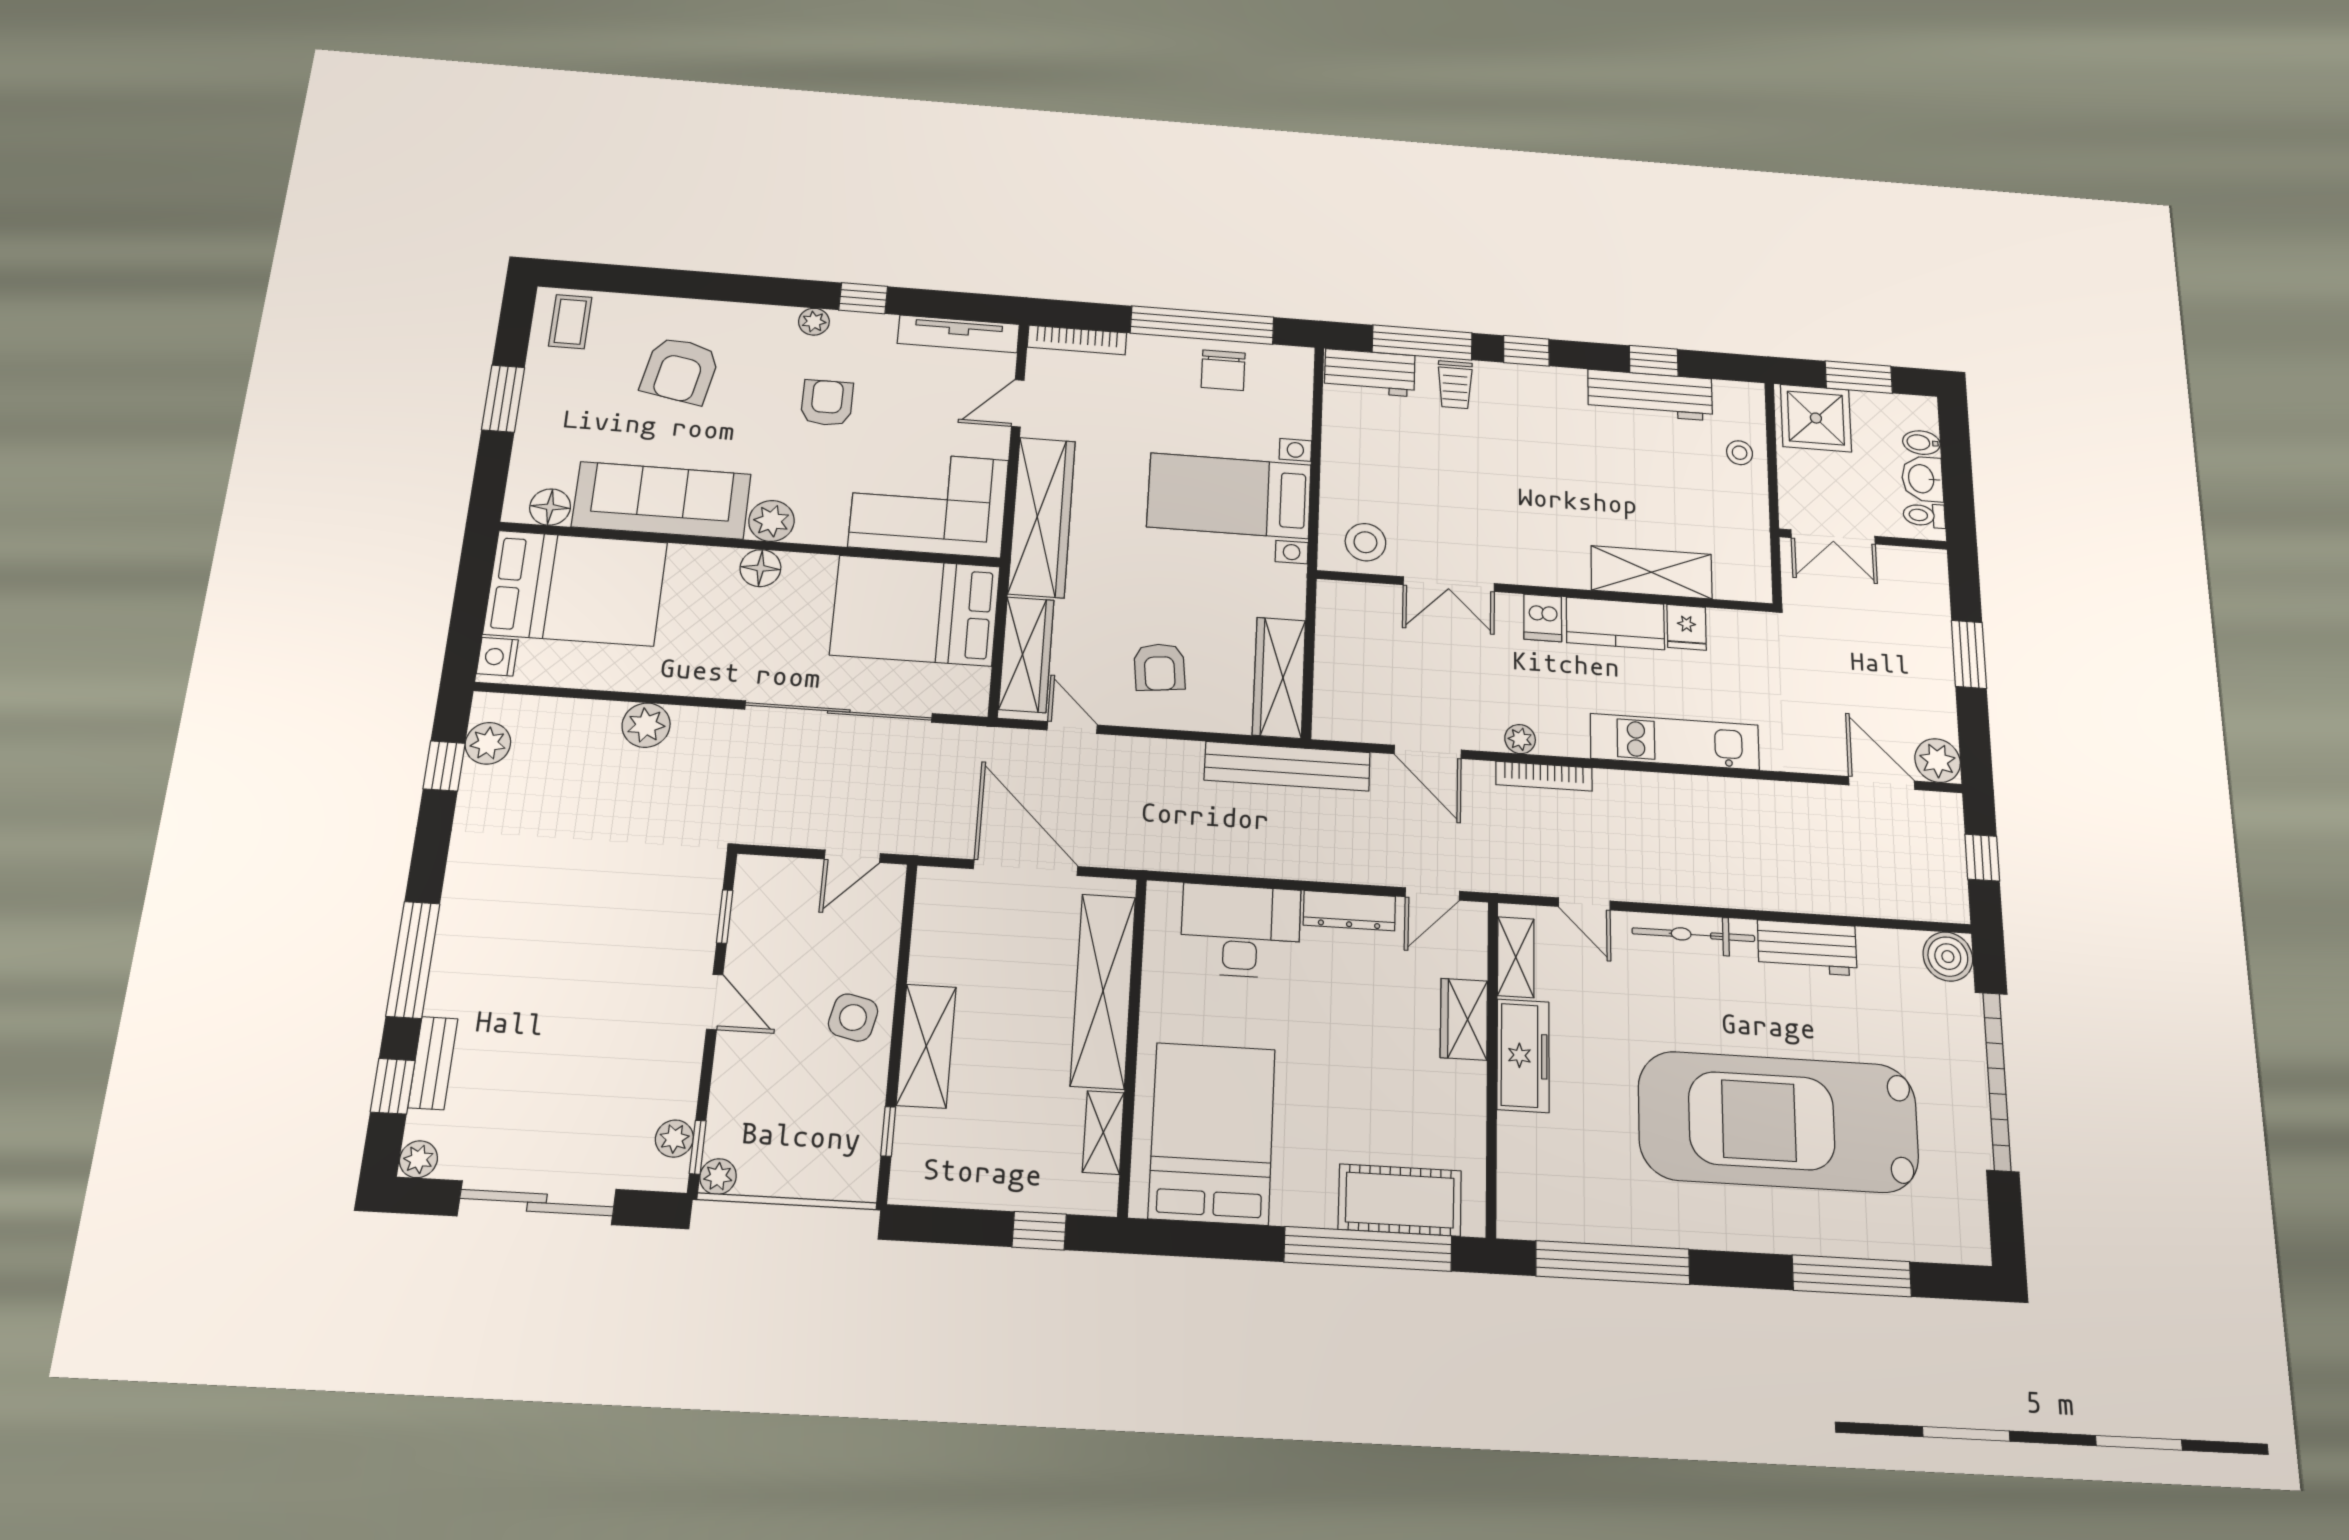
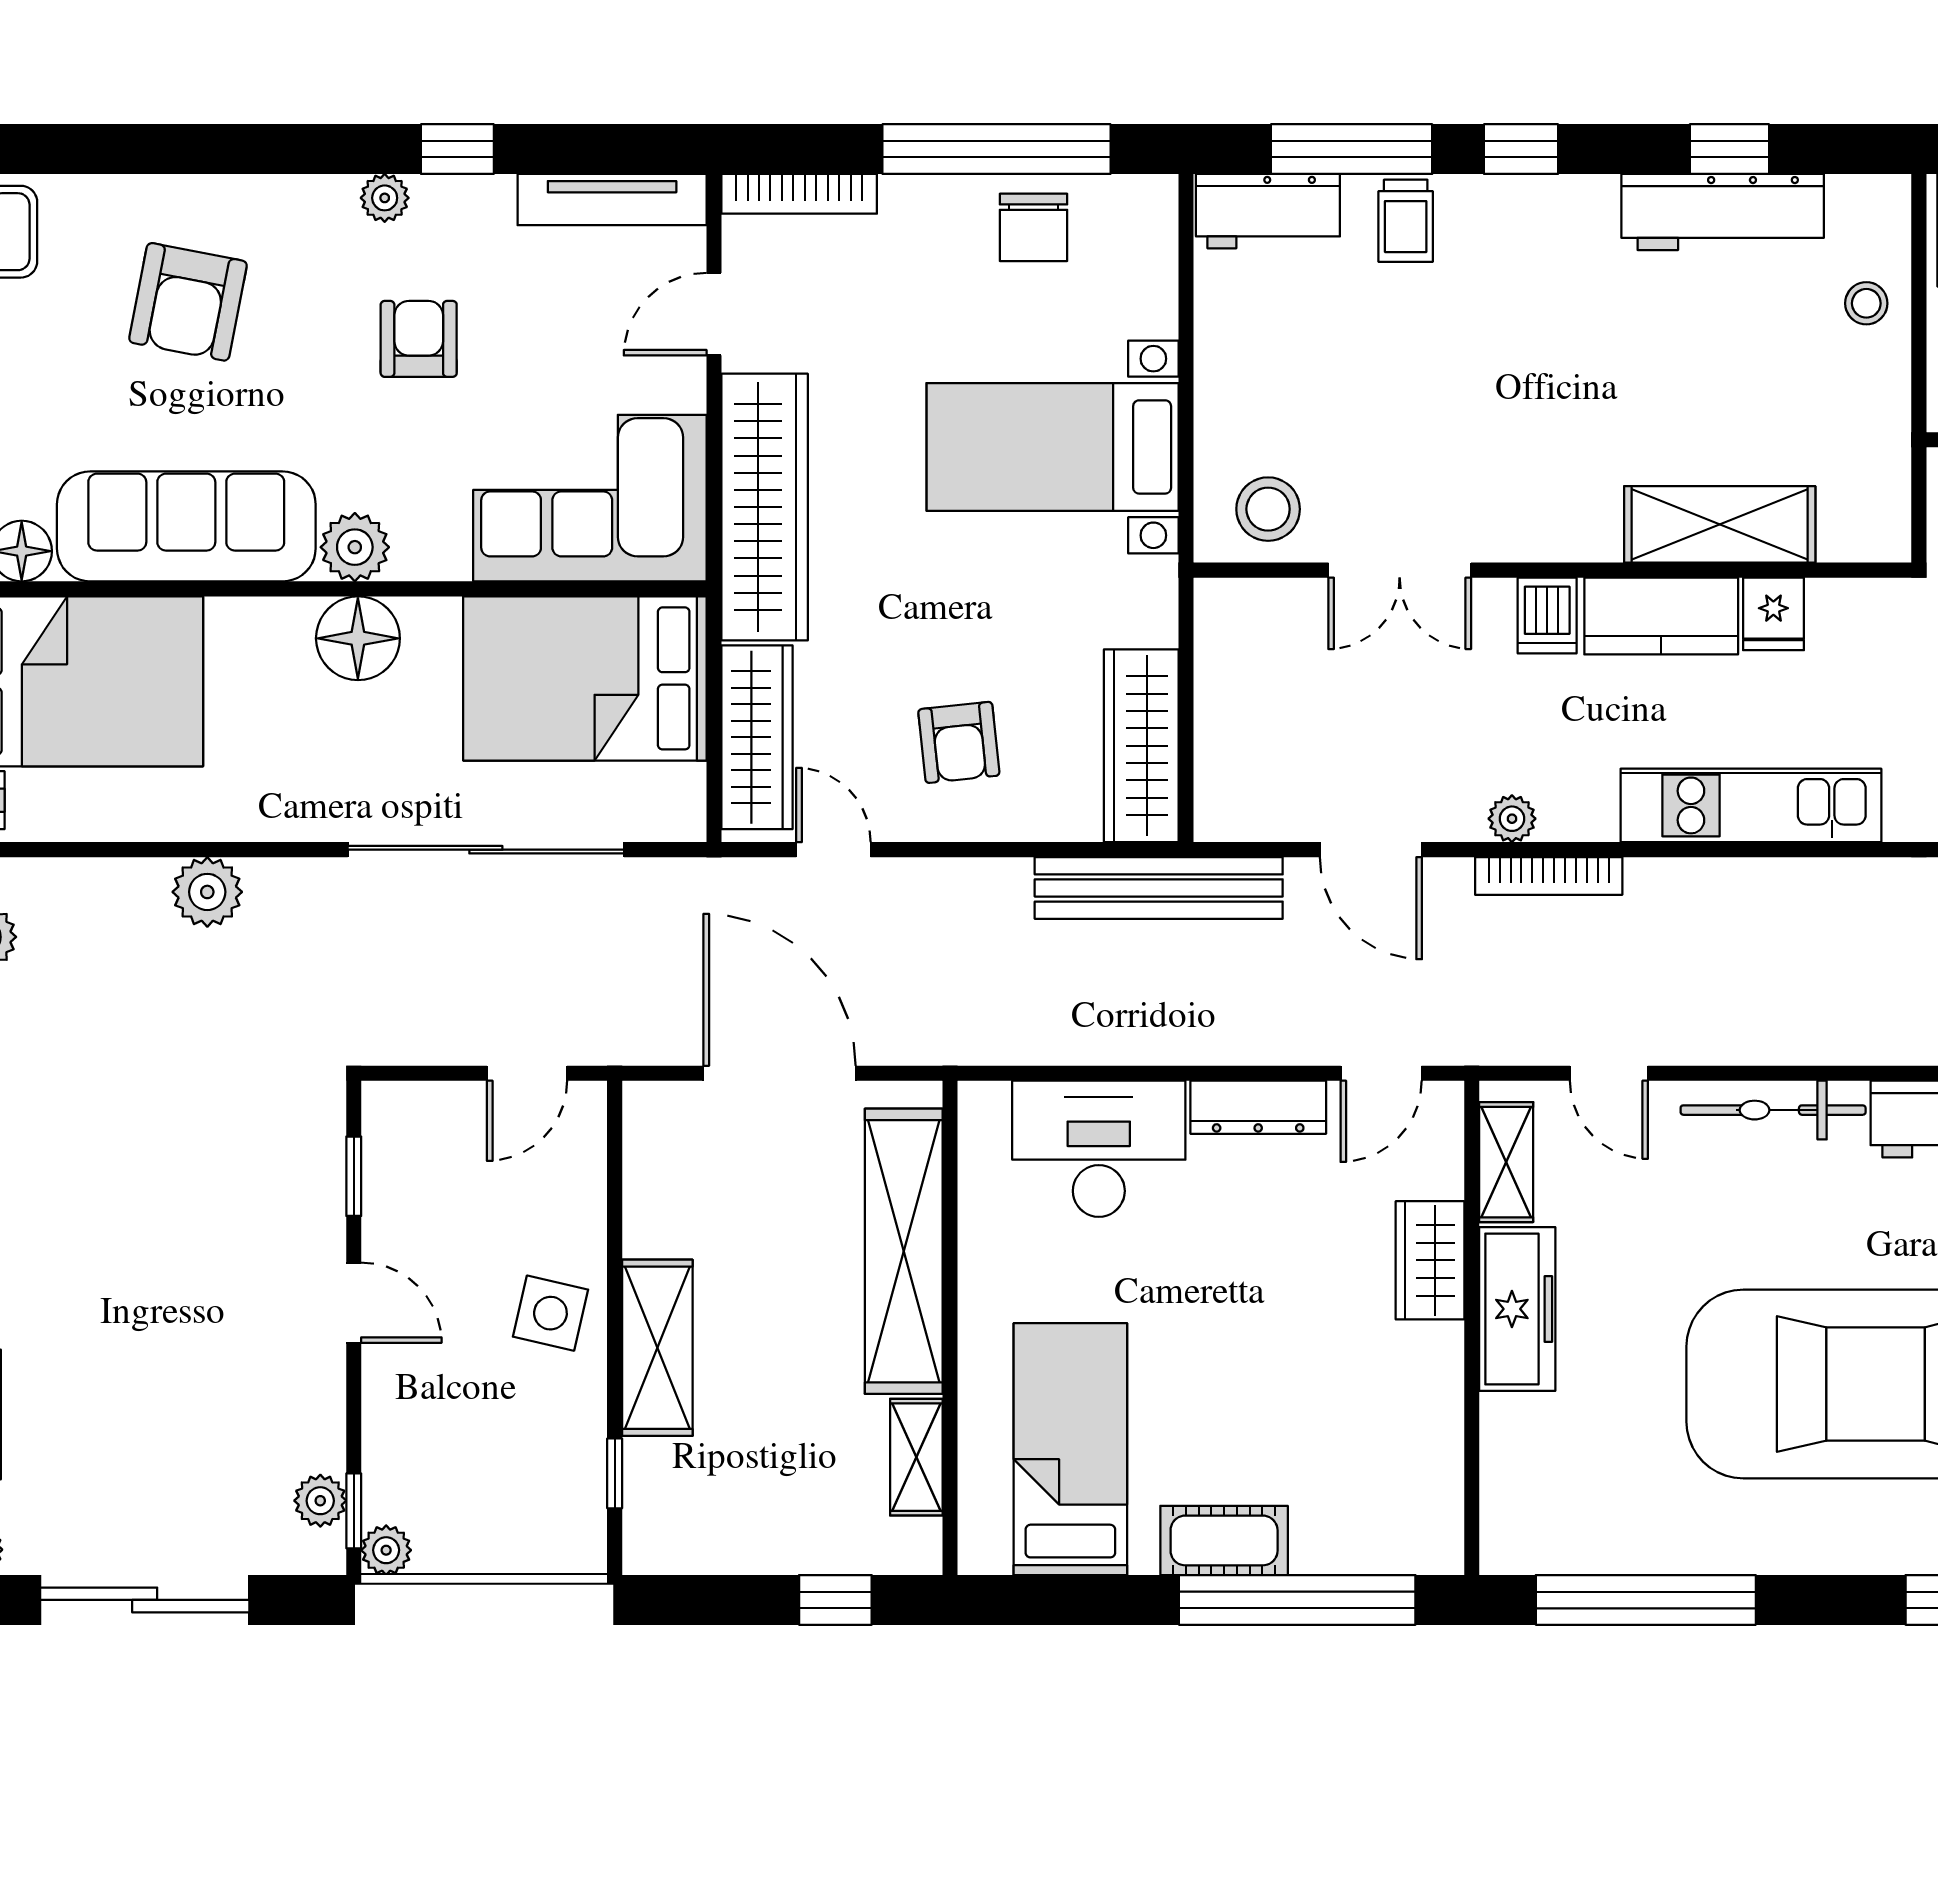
floor lamp: (760, 568) -> (358, 638), width x1.38, depth x1.38
bed: (1212, 1133) -> (1070, 1449), width x0.67
cot: (1400, 1200) -> (1224, 1540), moved, width x0.73, depth x0.75

